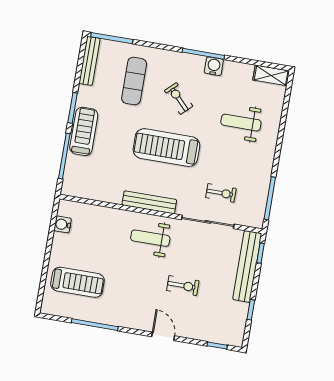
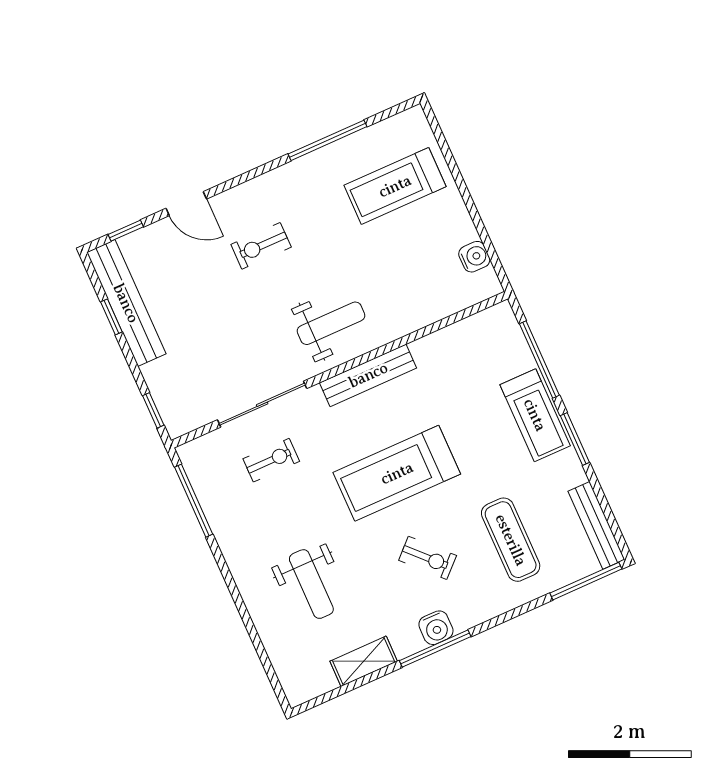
water cooler: (214, 66) -> (436, 628), moved
shelving: (271, 75) -> (364, 661), moved
weight bench: (241, 123) -> (311, 584), turned 90
treadmill: (166, 148) -> (397, 473), turned 180
exercise bike: (221, 193) -> (271, 460), turned 180
bench: (247, 266) -> (126, 303), moved
exercise bike: (183, 286) -> (261, 246), moved
door: (163, 336) -> (186, 204), moved

